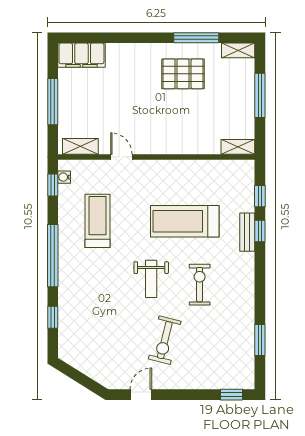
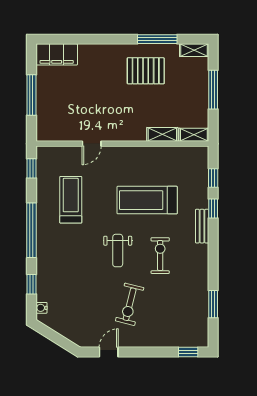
shelving: (80, 146) -> (162, 134), moved
door: (121, 157) -> (92, 144), swing flipped
water cooler: (64, 177) -> (41, 308), moved
bench: (247, 232) -> (202, 226), moved

